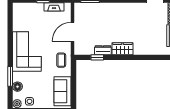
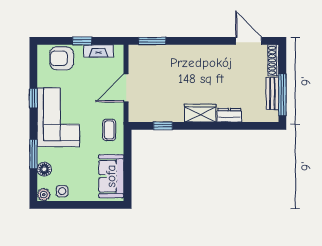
armchair: (29, 12) -> (62, 58), added
window: (10, 39) -> (33, 98), added
dresser: (103, 50) -> (229, 115), moved

